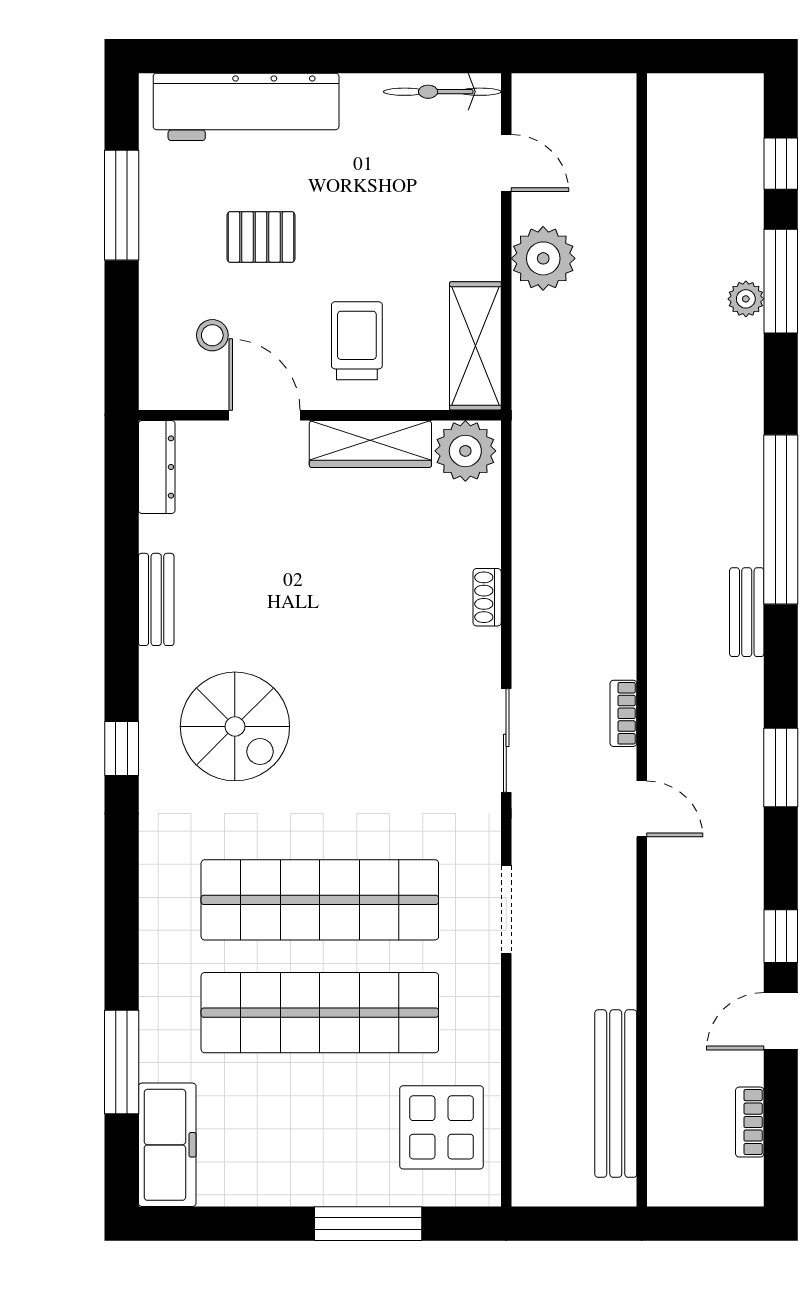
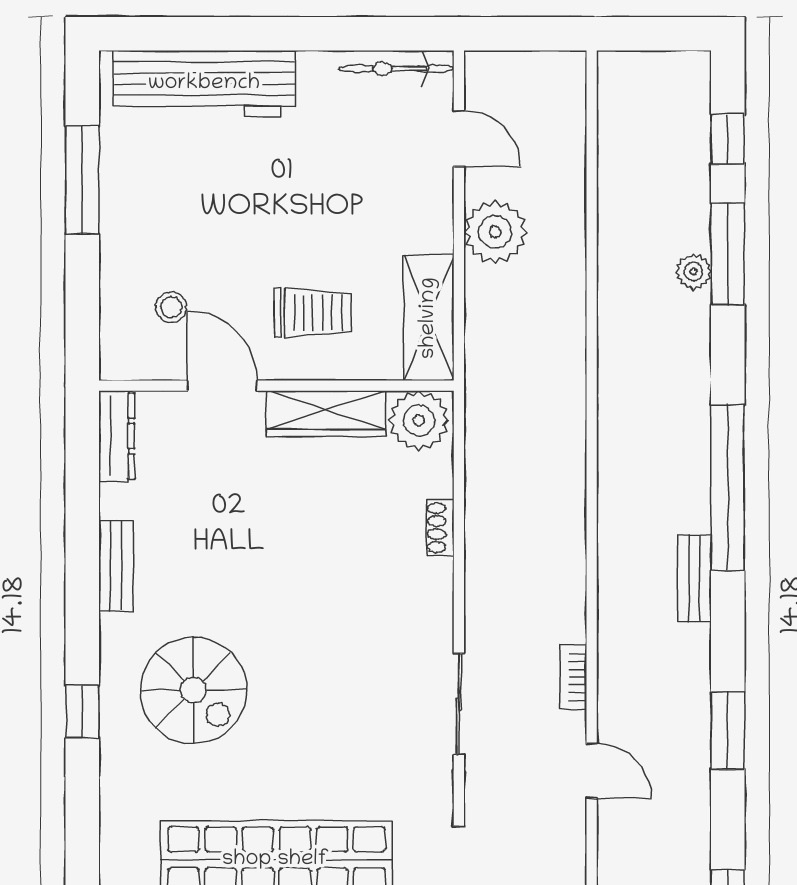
pallet: (261, 237) -> (219, 211), removed
trolley: (357, 341) -> (313, 313), turned 90
shoe rack: (487, 597) -> (440, 528), moved

